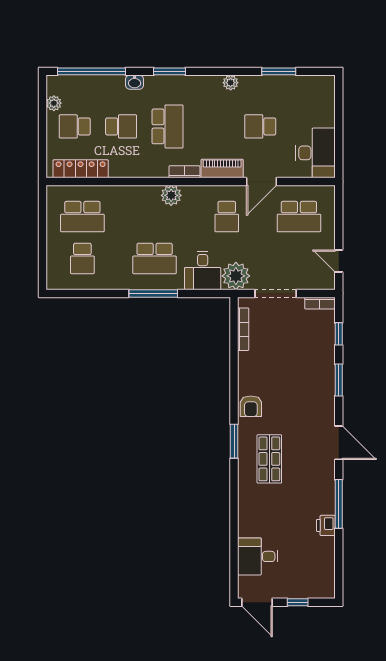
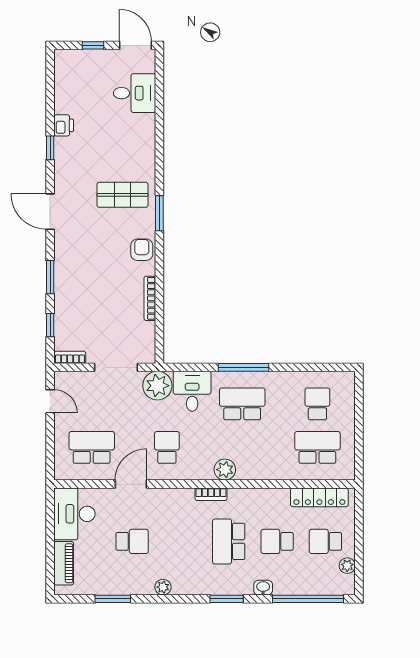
school desk: (75, 126) -> (325, 541), turned 180
piano: (222, 169) -> (64, 563), moved, turned -90
bookcase: (243, 329) -> (150, 298), moved
shop shelf: (269, 459) -> (123, 195), turned 90
window: (339, 504) -> (50, 148), width x0.46

